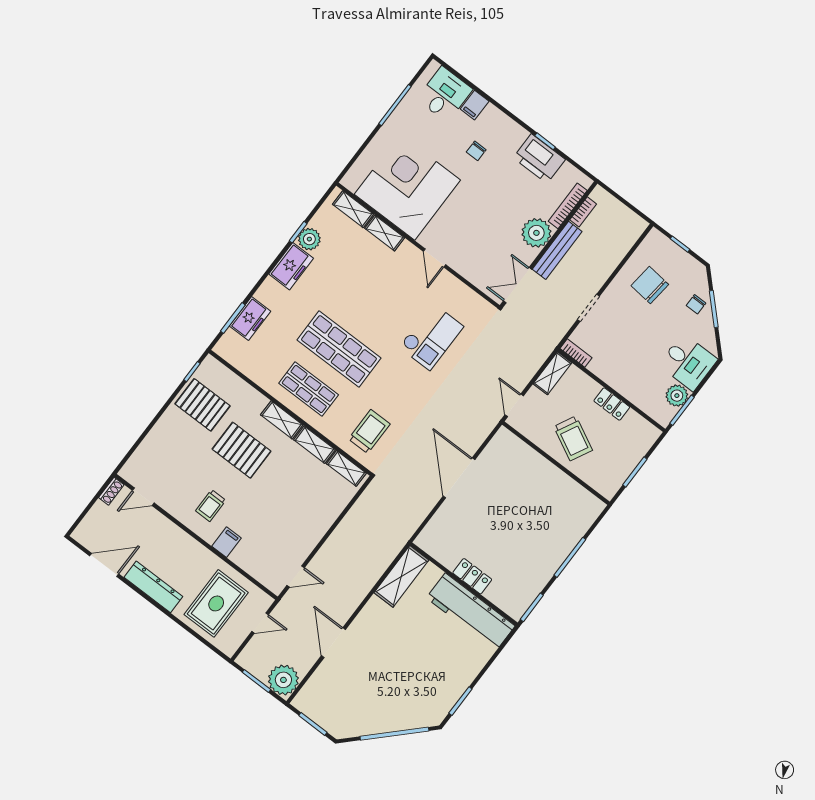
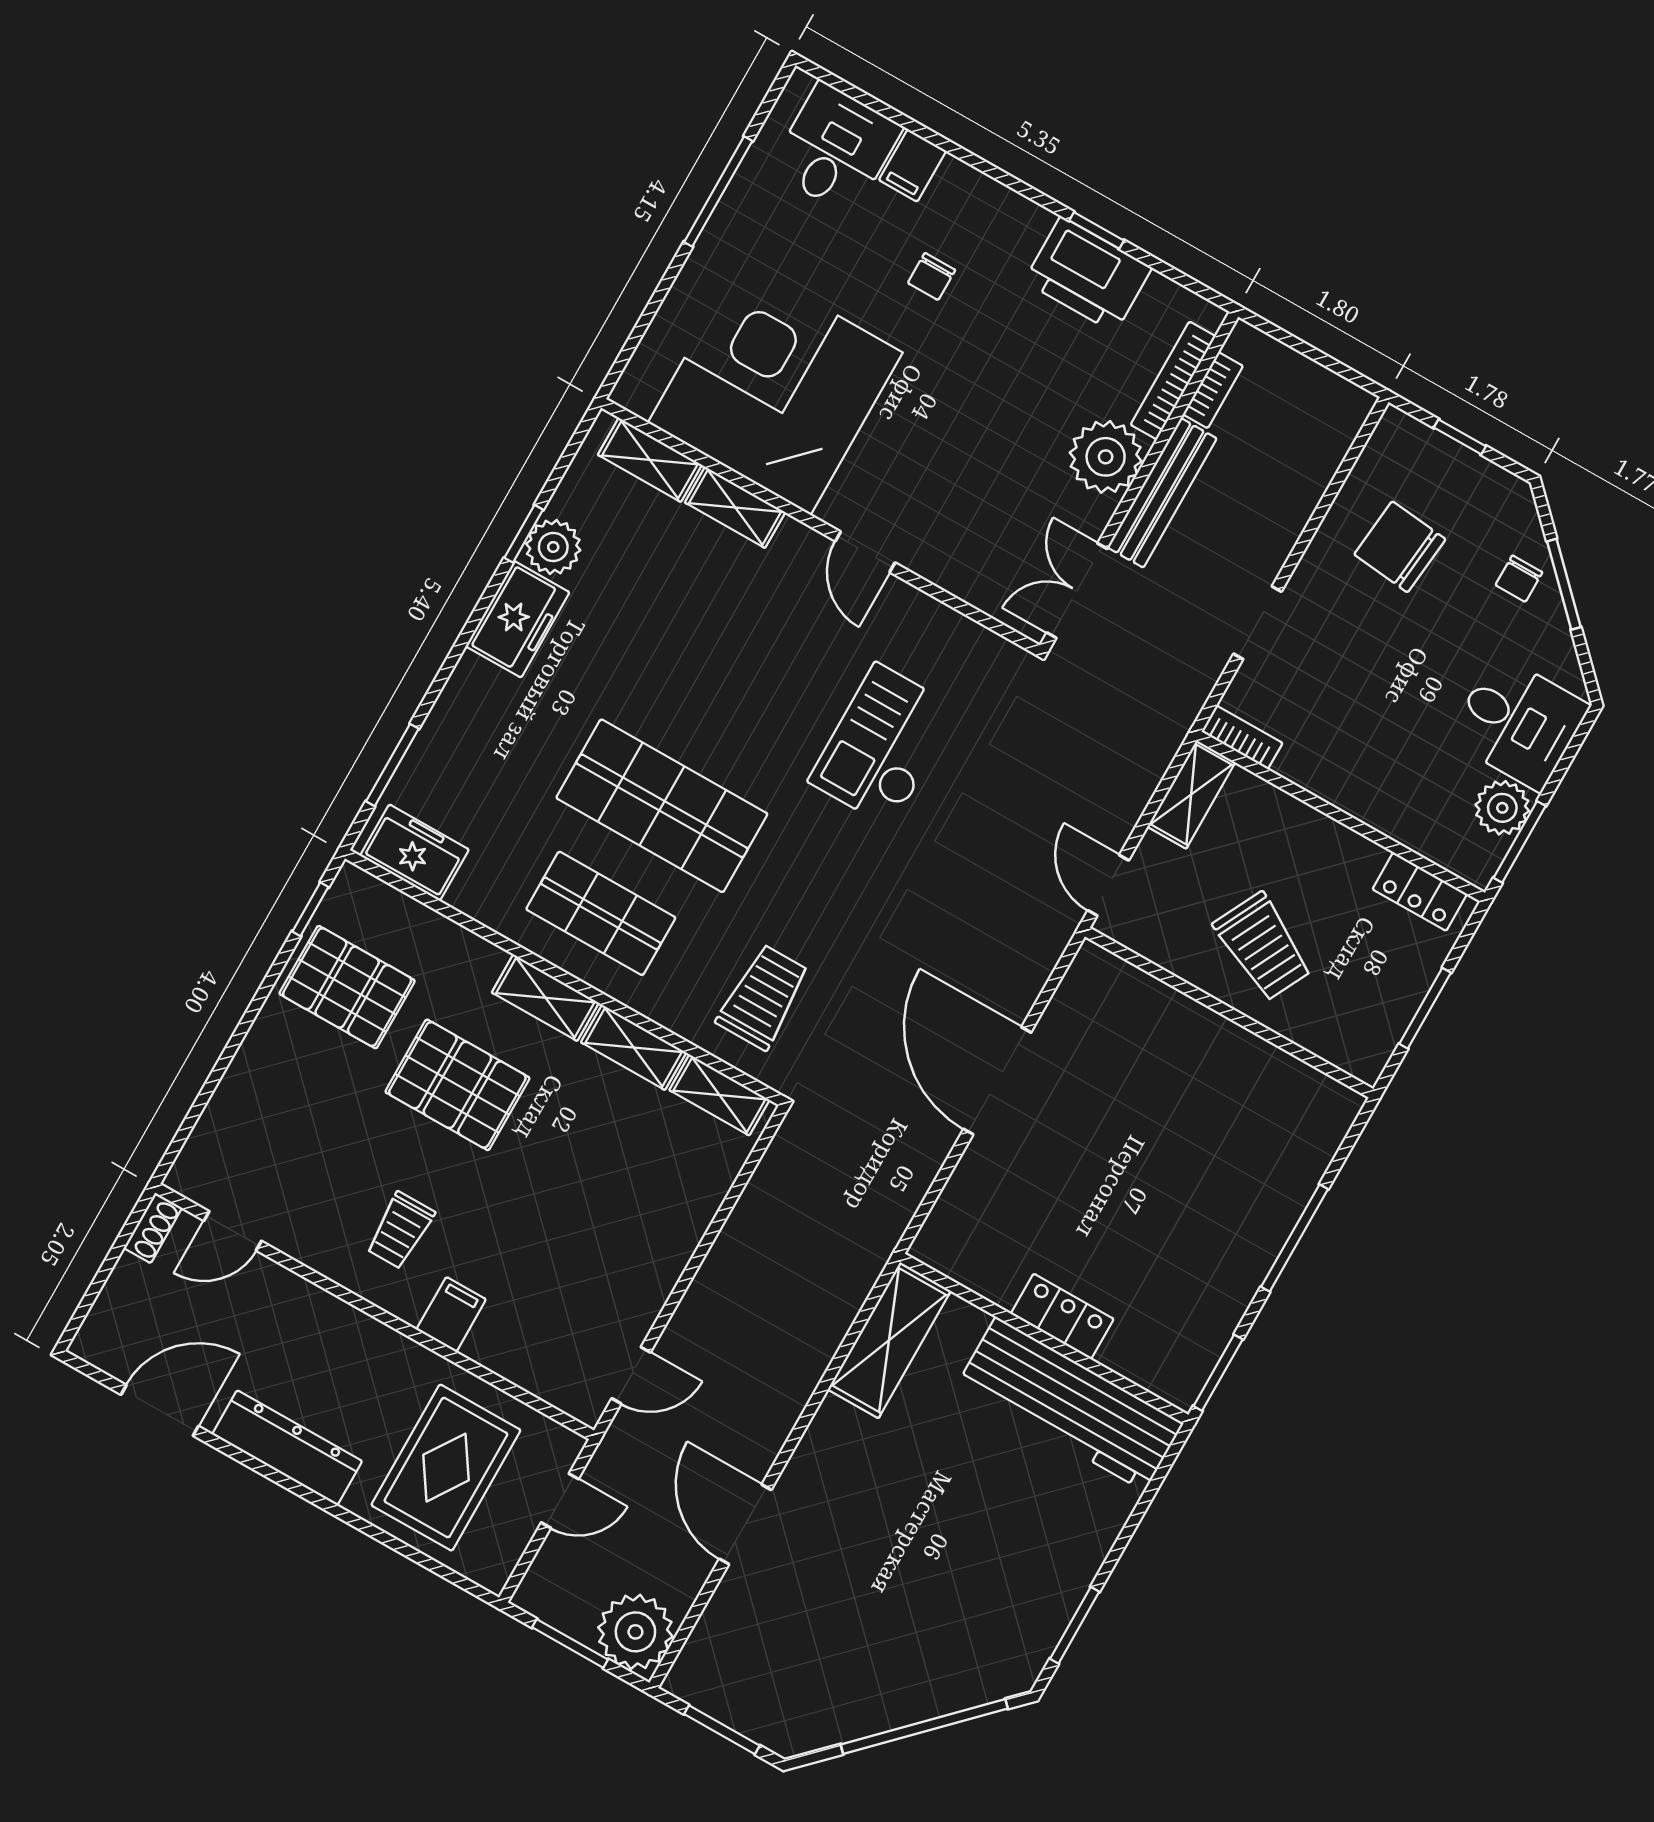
freezer: (250, 319) -> (415, 853), moved, turned -90
checkout: (431, 337) -> (883, 745), turned 180
locker: (612, 404) -> (1420, 892), moved

